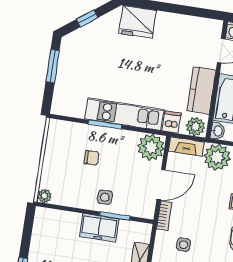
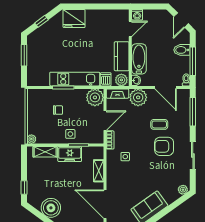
shelving: (62, 218) -> (45, 152), added

